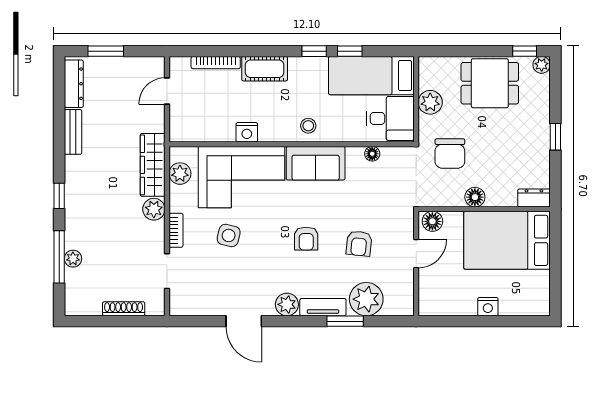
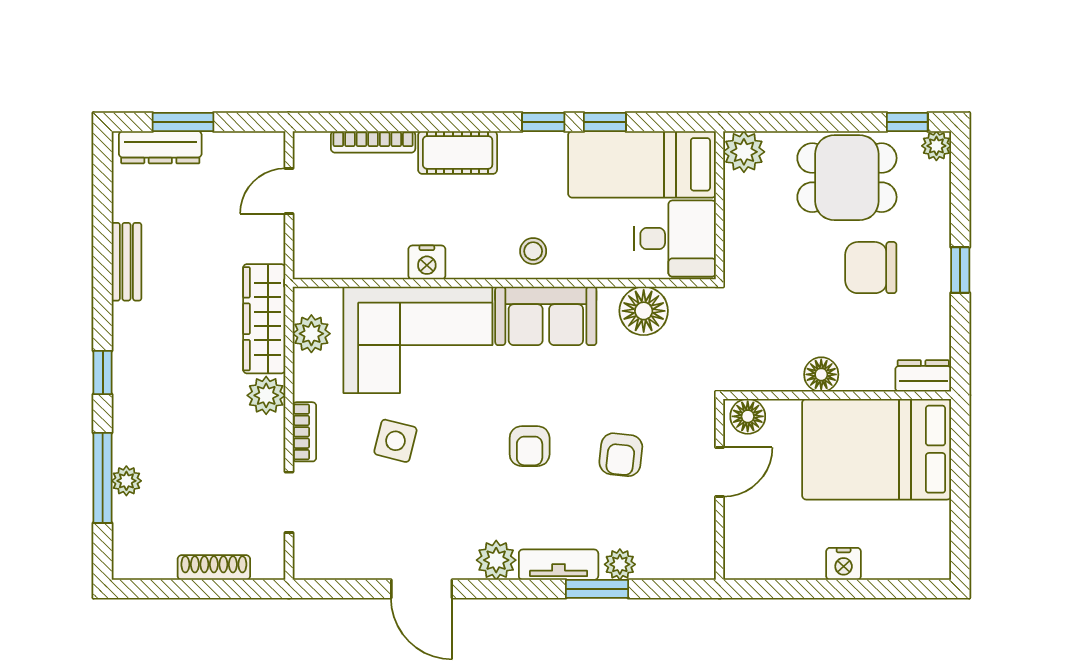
dresser: (74, 84) -> (160, 147), moved, turned 90
plant: (430, 102) -> (744, 152), moved
floor lamp: (372, 154) -> (644, 311), width x1.89, depth x1.89
chair: (450, 154) -> (871, 268), moved, turned 90
plant: (366, 299) -> (620, 564), width x0.53, depth x0.53

